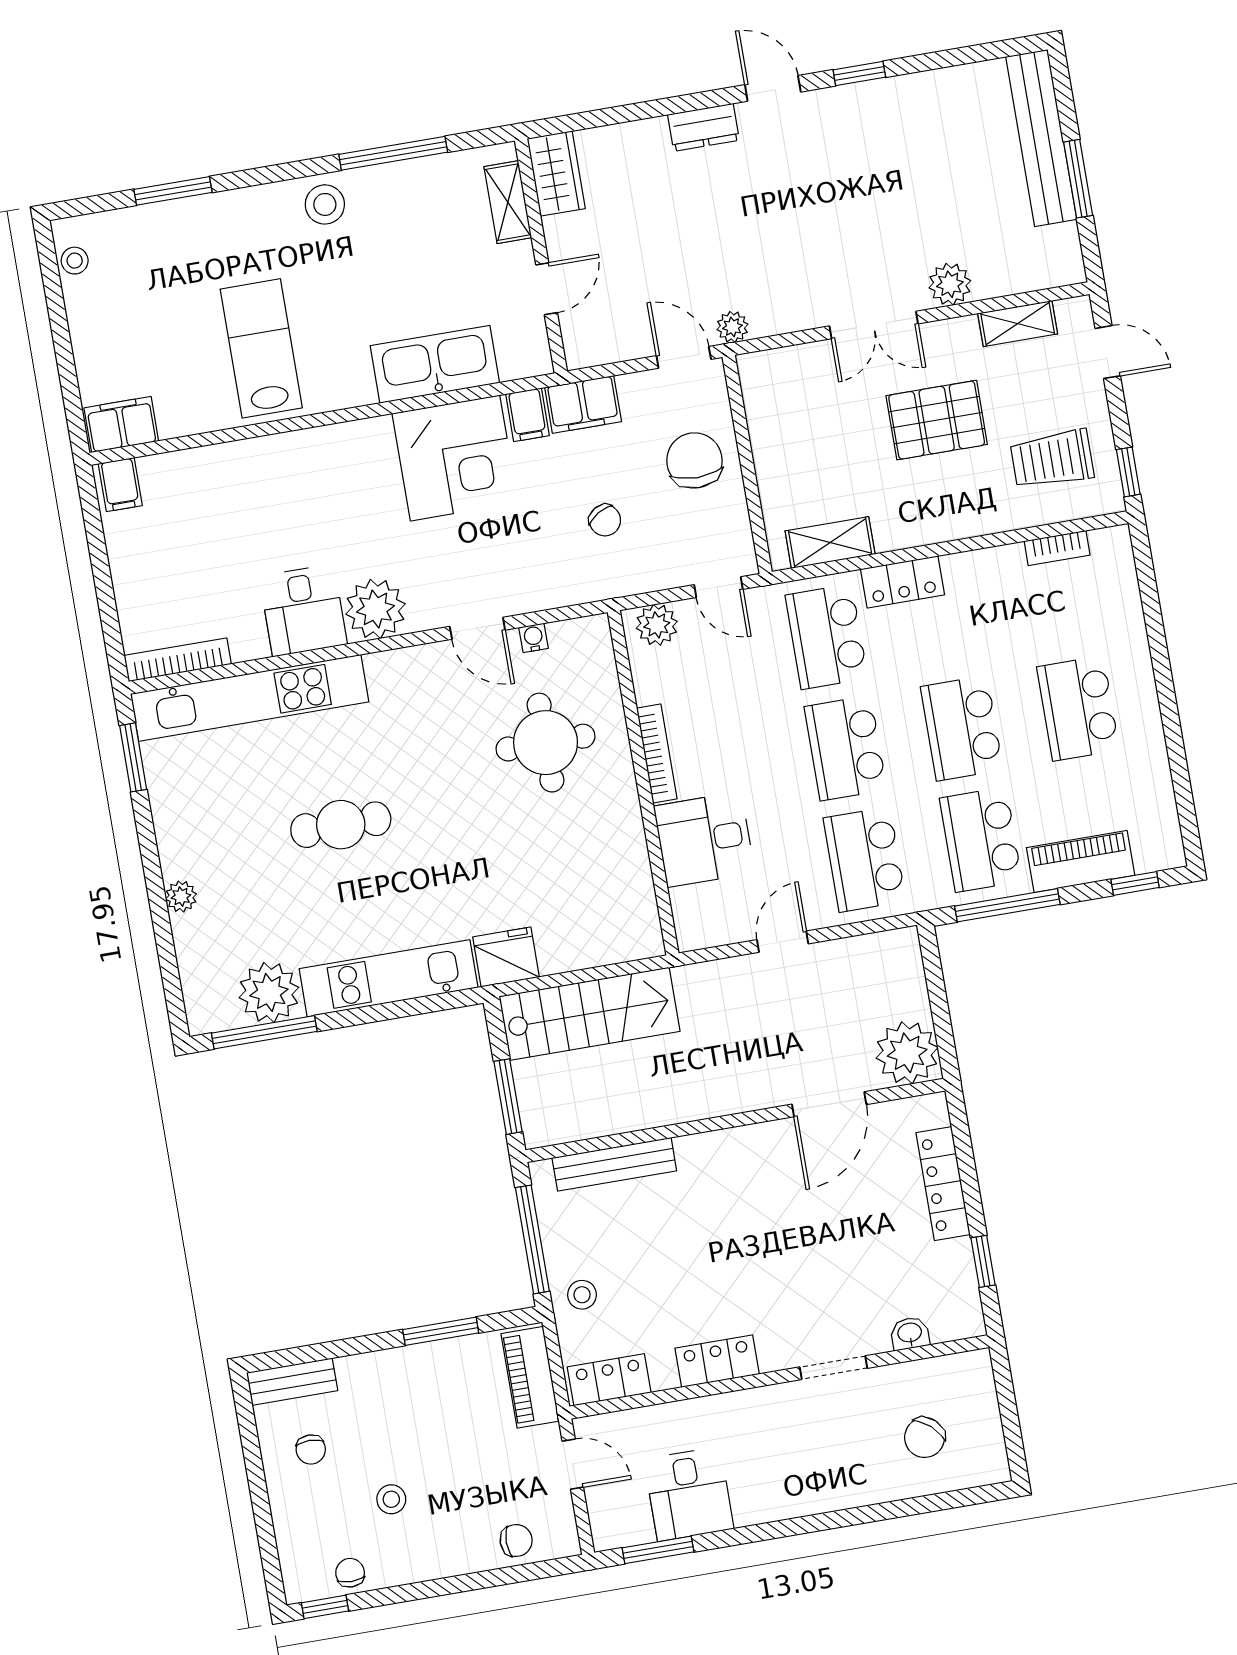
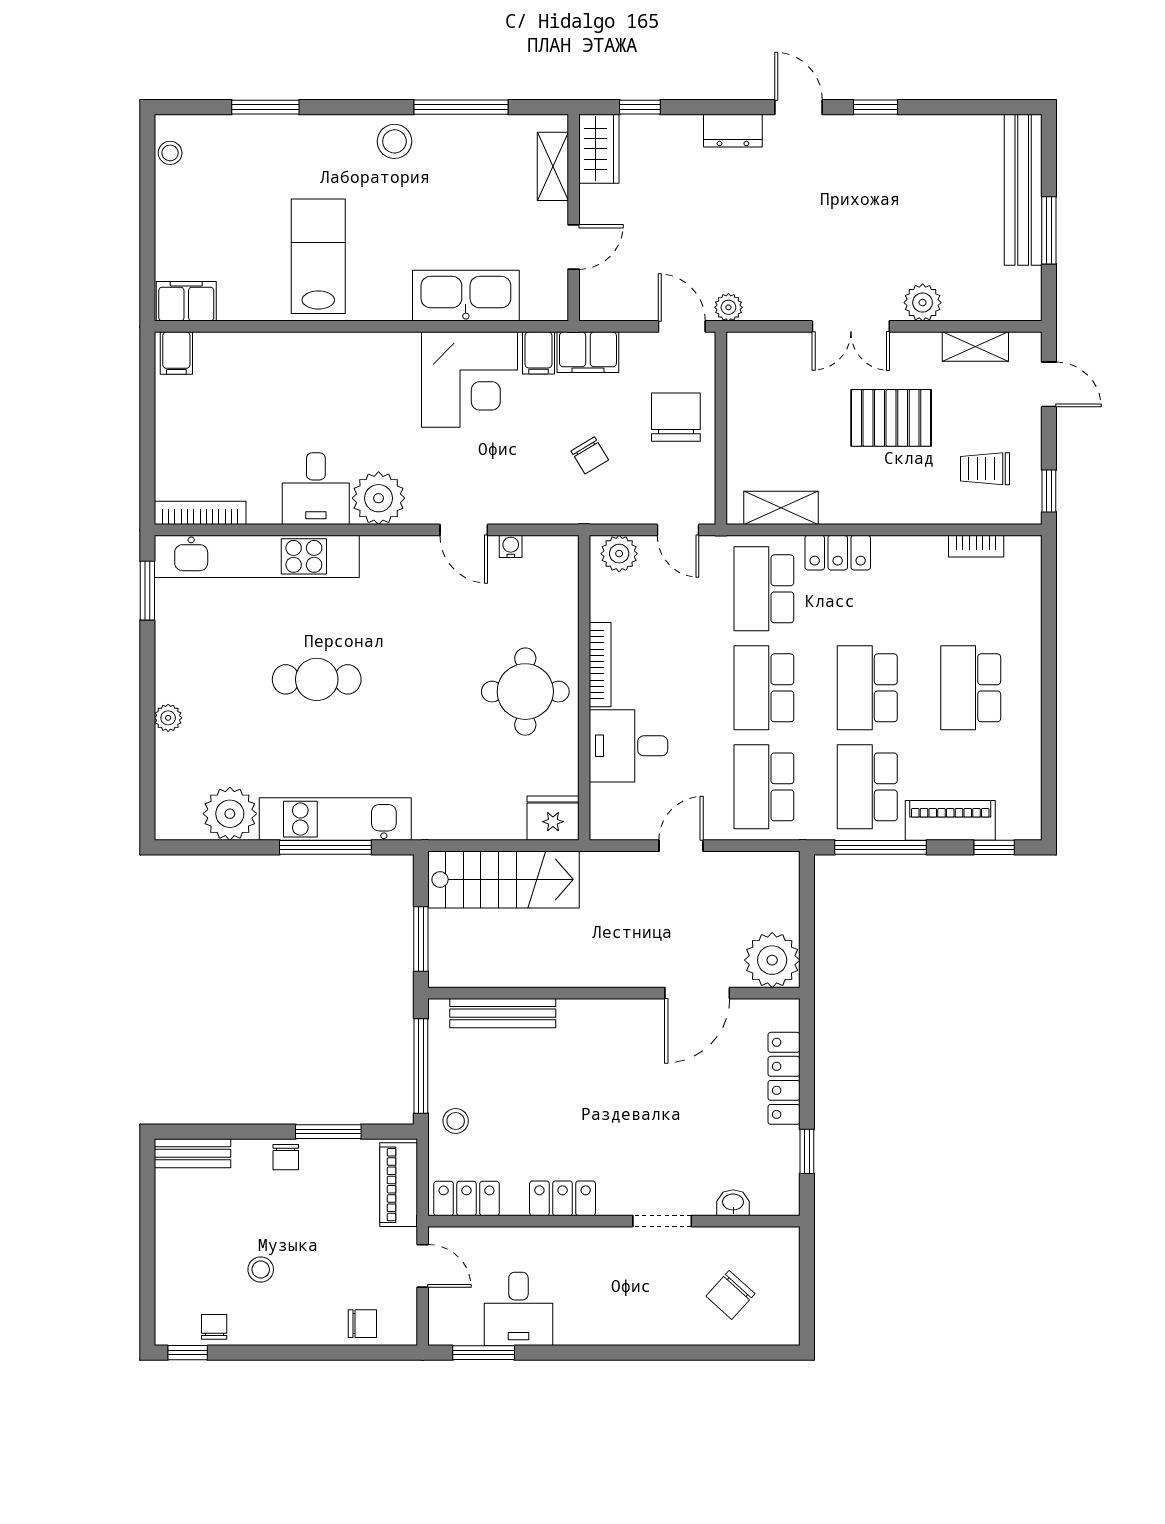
window: (594, 119) -> (640, 107), added
trolley: (1052, 459) -> (985, 469), width x0.73, depth x0.72
round table: (546, 743) -> (525, 692), moved
fridge: (506, 957) -> (553, 818), moved
window: (264, 1032) -> (325, 847), moved
chair: (311, 1449) -> (286, 1157), moved

